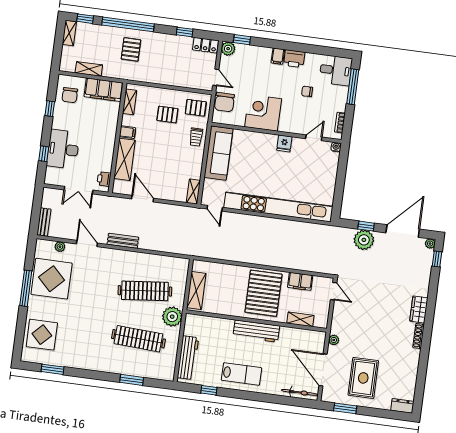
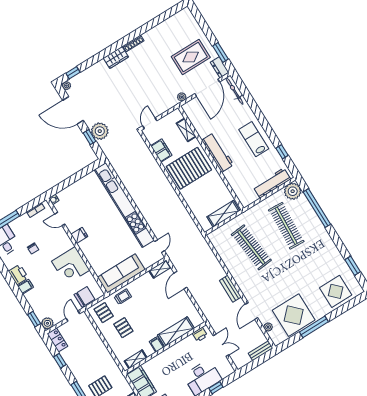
door: (143, 199) -> (181, 280), moved
plant: (172, 317) -> (293, 191), moved
window: (132, 380) -> (317, 208), width x2.11
dresser: (402, 406) -> (220, 67), moved

